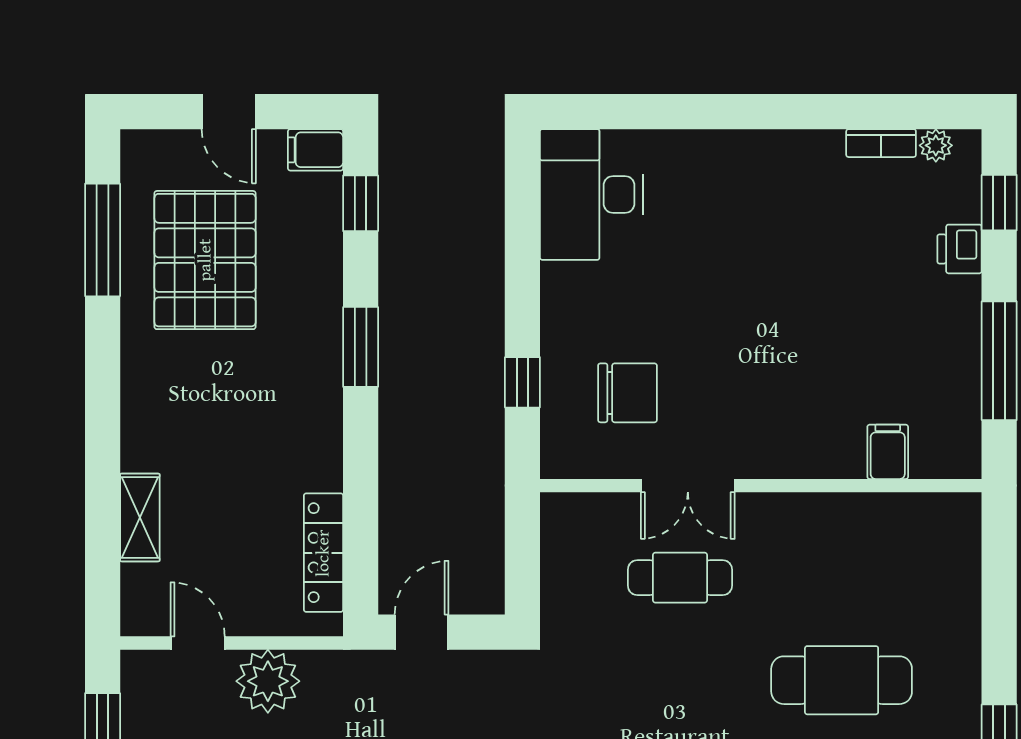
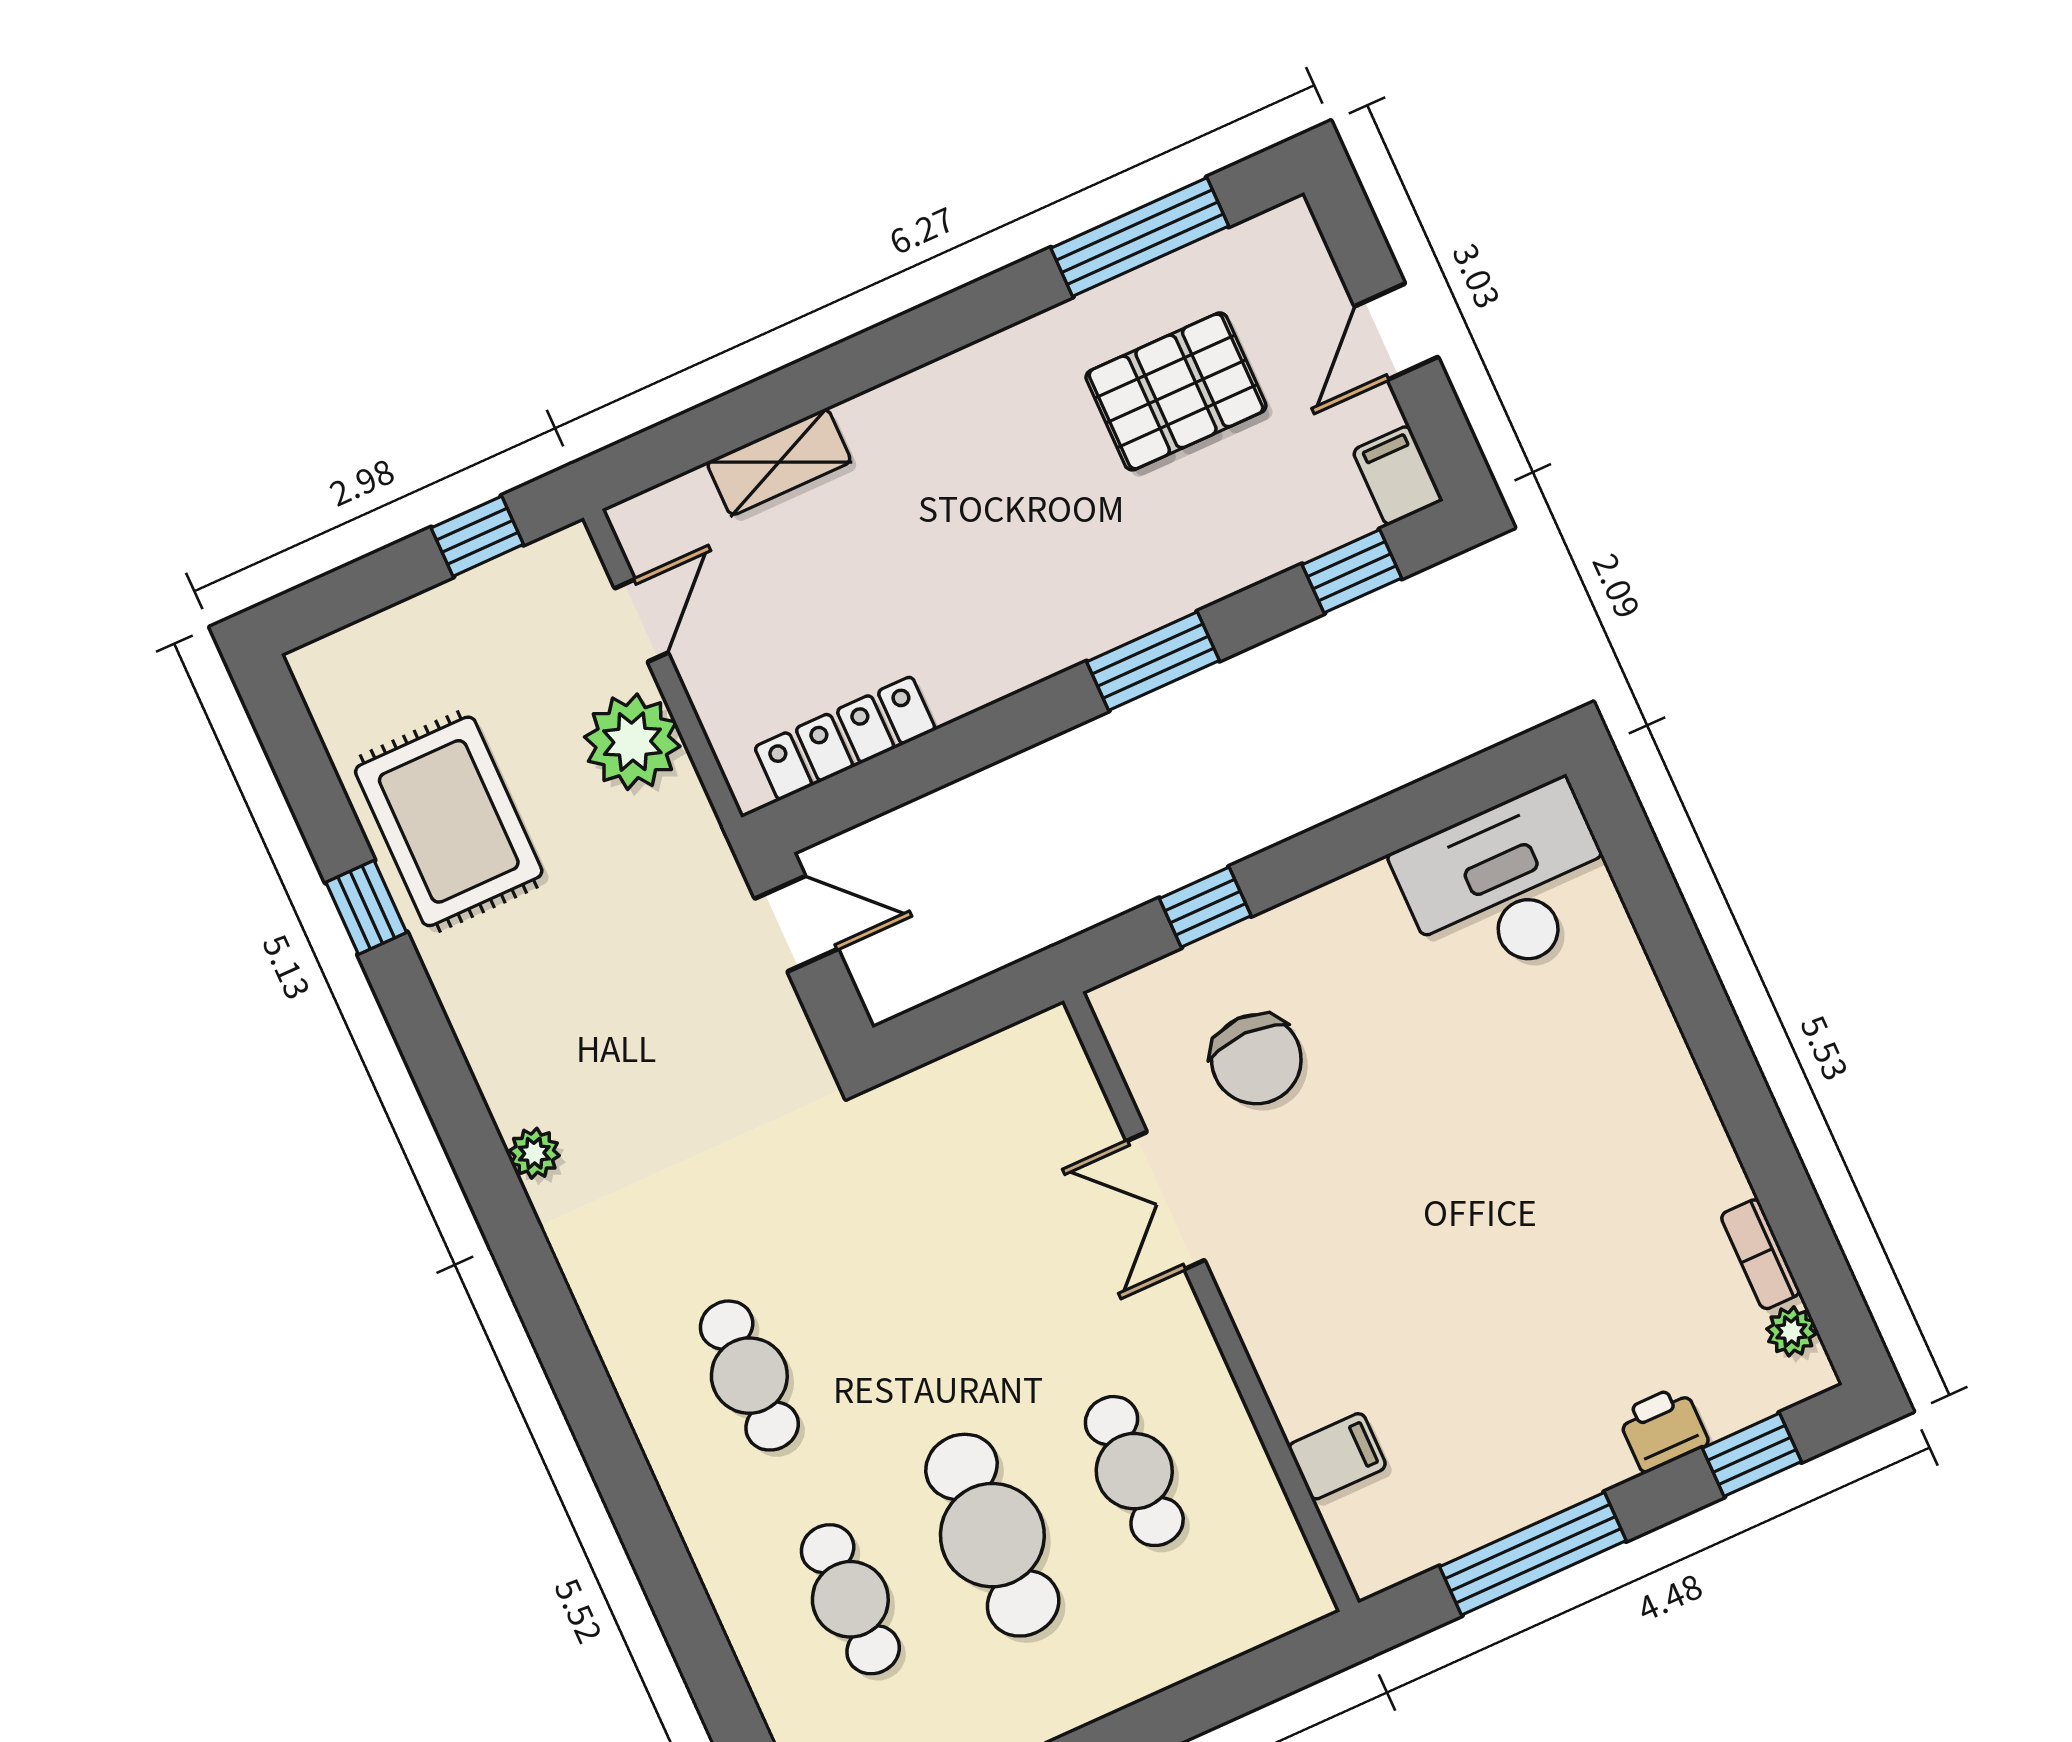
pallet: (205, 260) -> (1176, 391), width x0.73, depth x0.71
cafe table: (680, 578) -> (1134, 1471), moved

